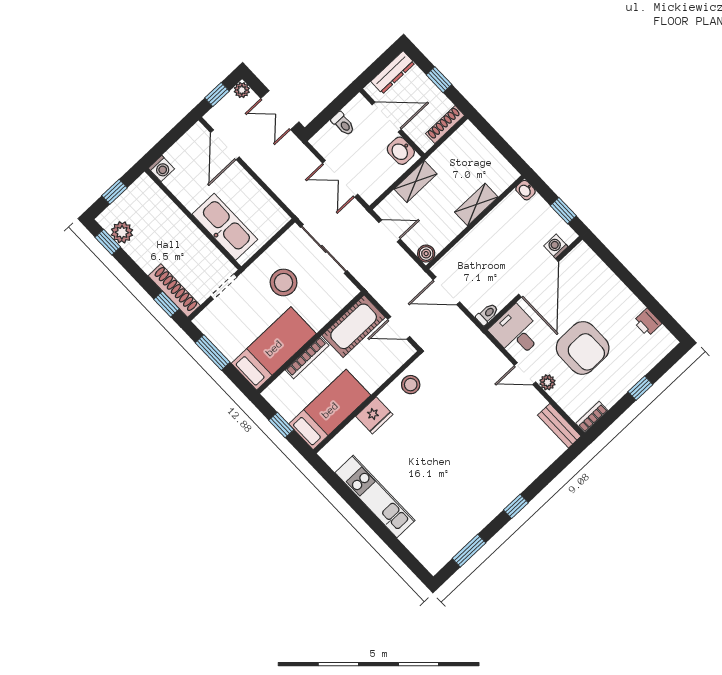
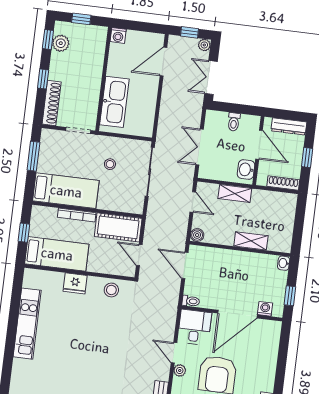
stool: (284, 282) -> (110, 164), width x0.53, depth x0.53
window: (167, 304) -> (43, 79), moved

